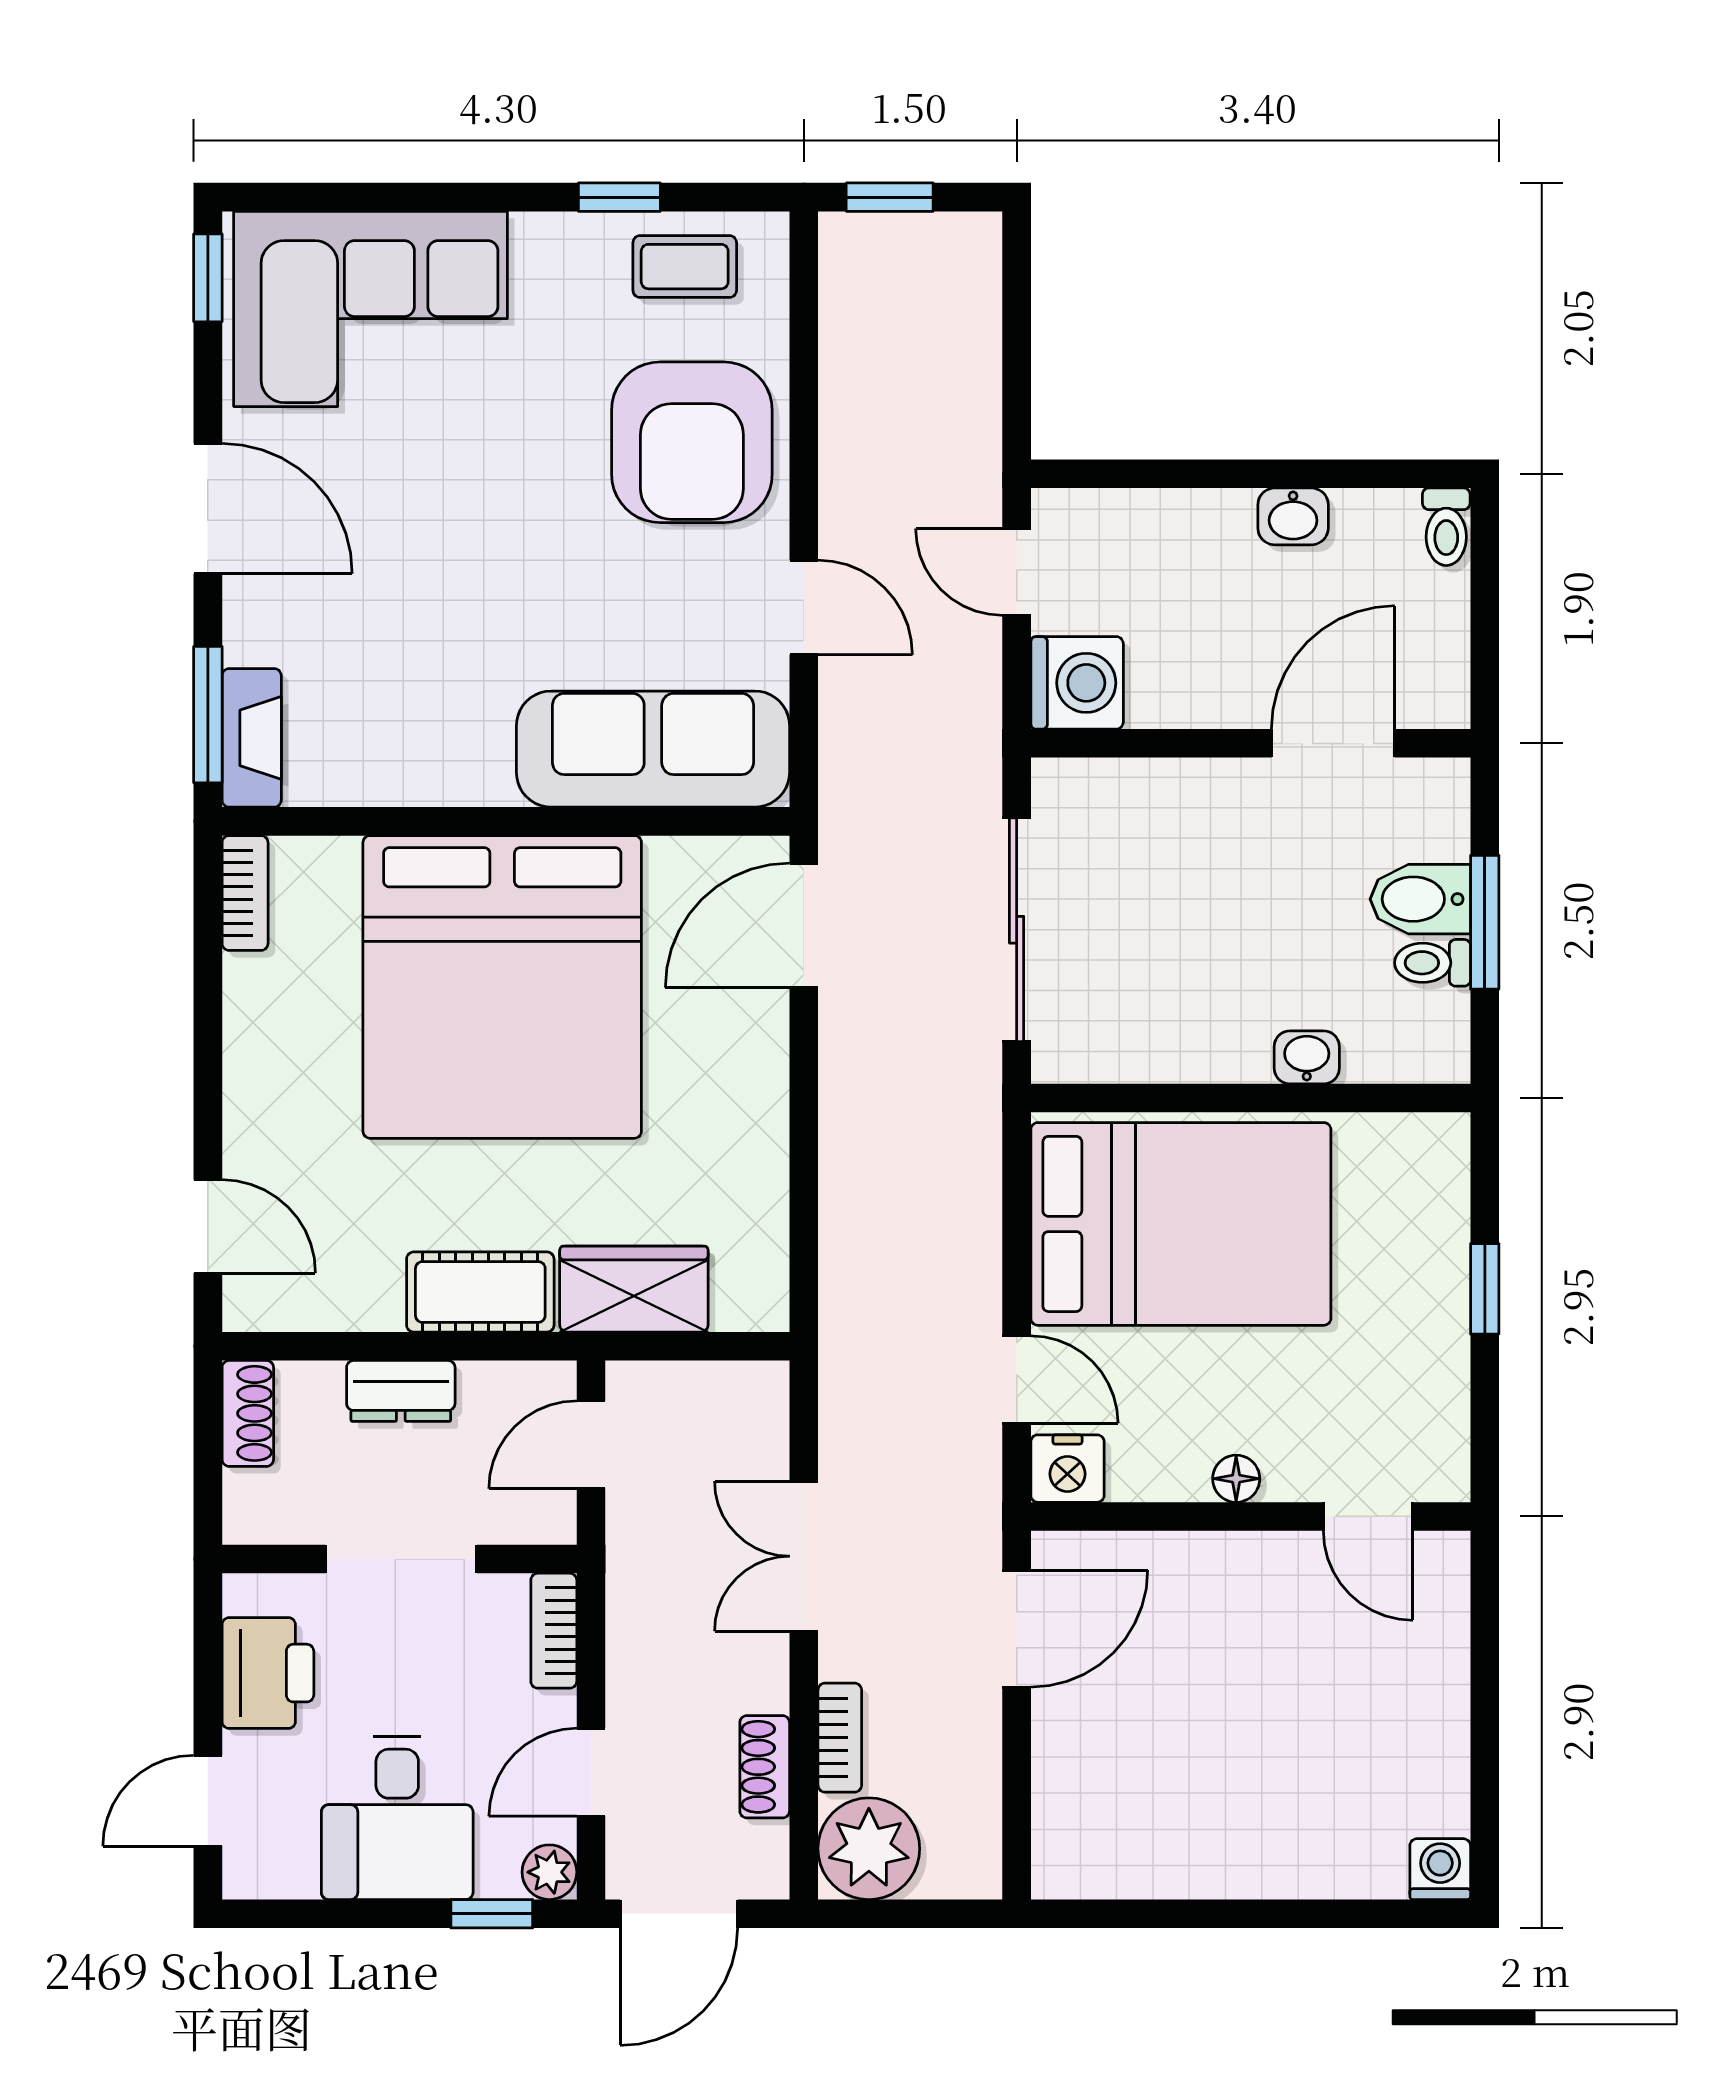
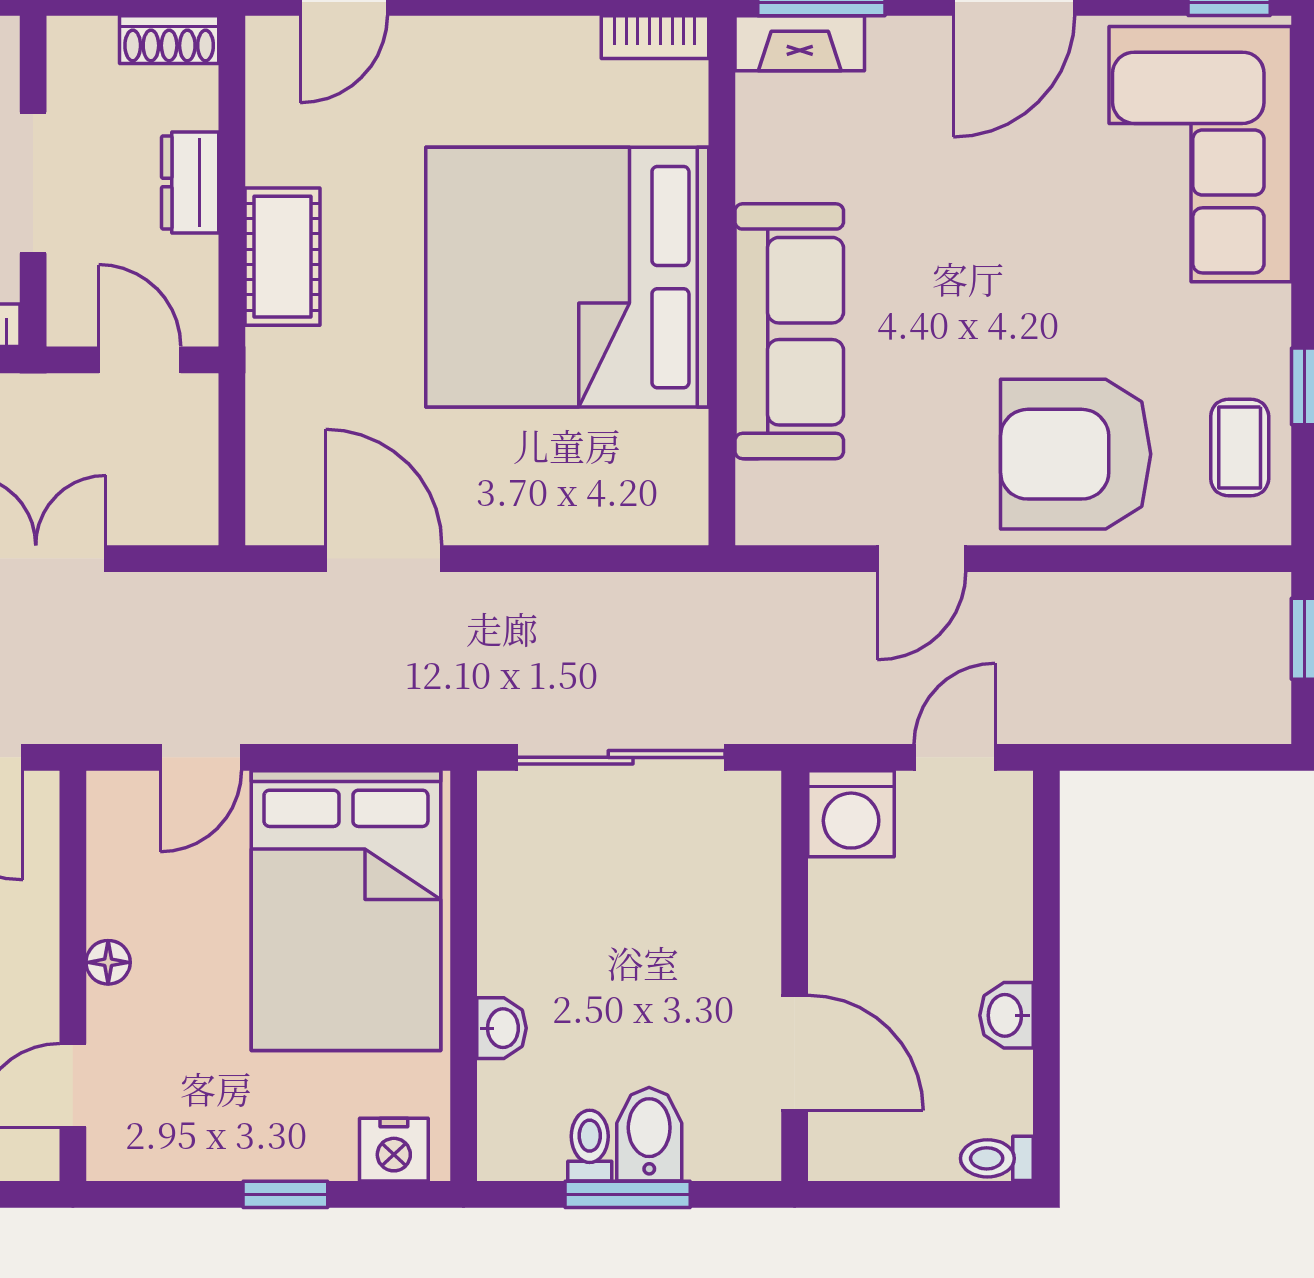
sofa: (653, 749) -> (789, 331), moved
door: (804, 925) -> (384, 559), moved
wardrobe: (634, 1289) -> (285, 400), removed
nightstand: (1067, 1469) -> (394, 1150), moved, turned -90

